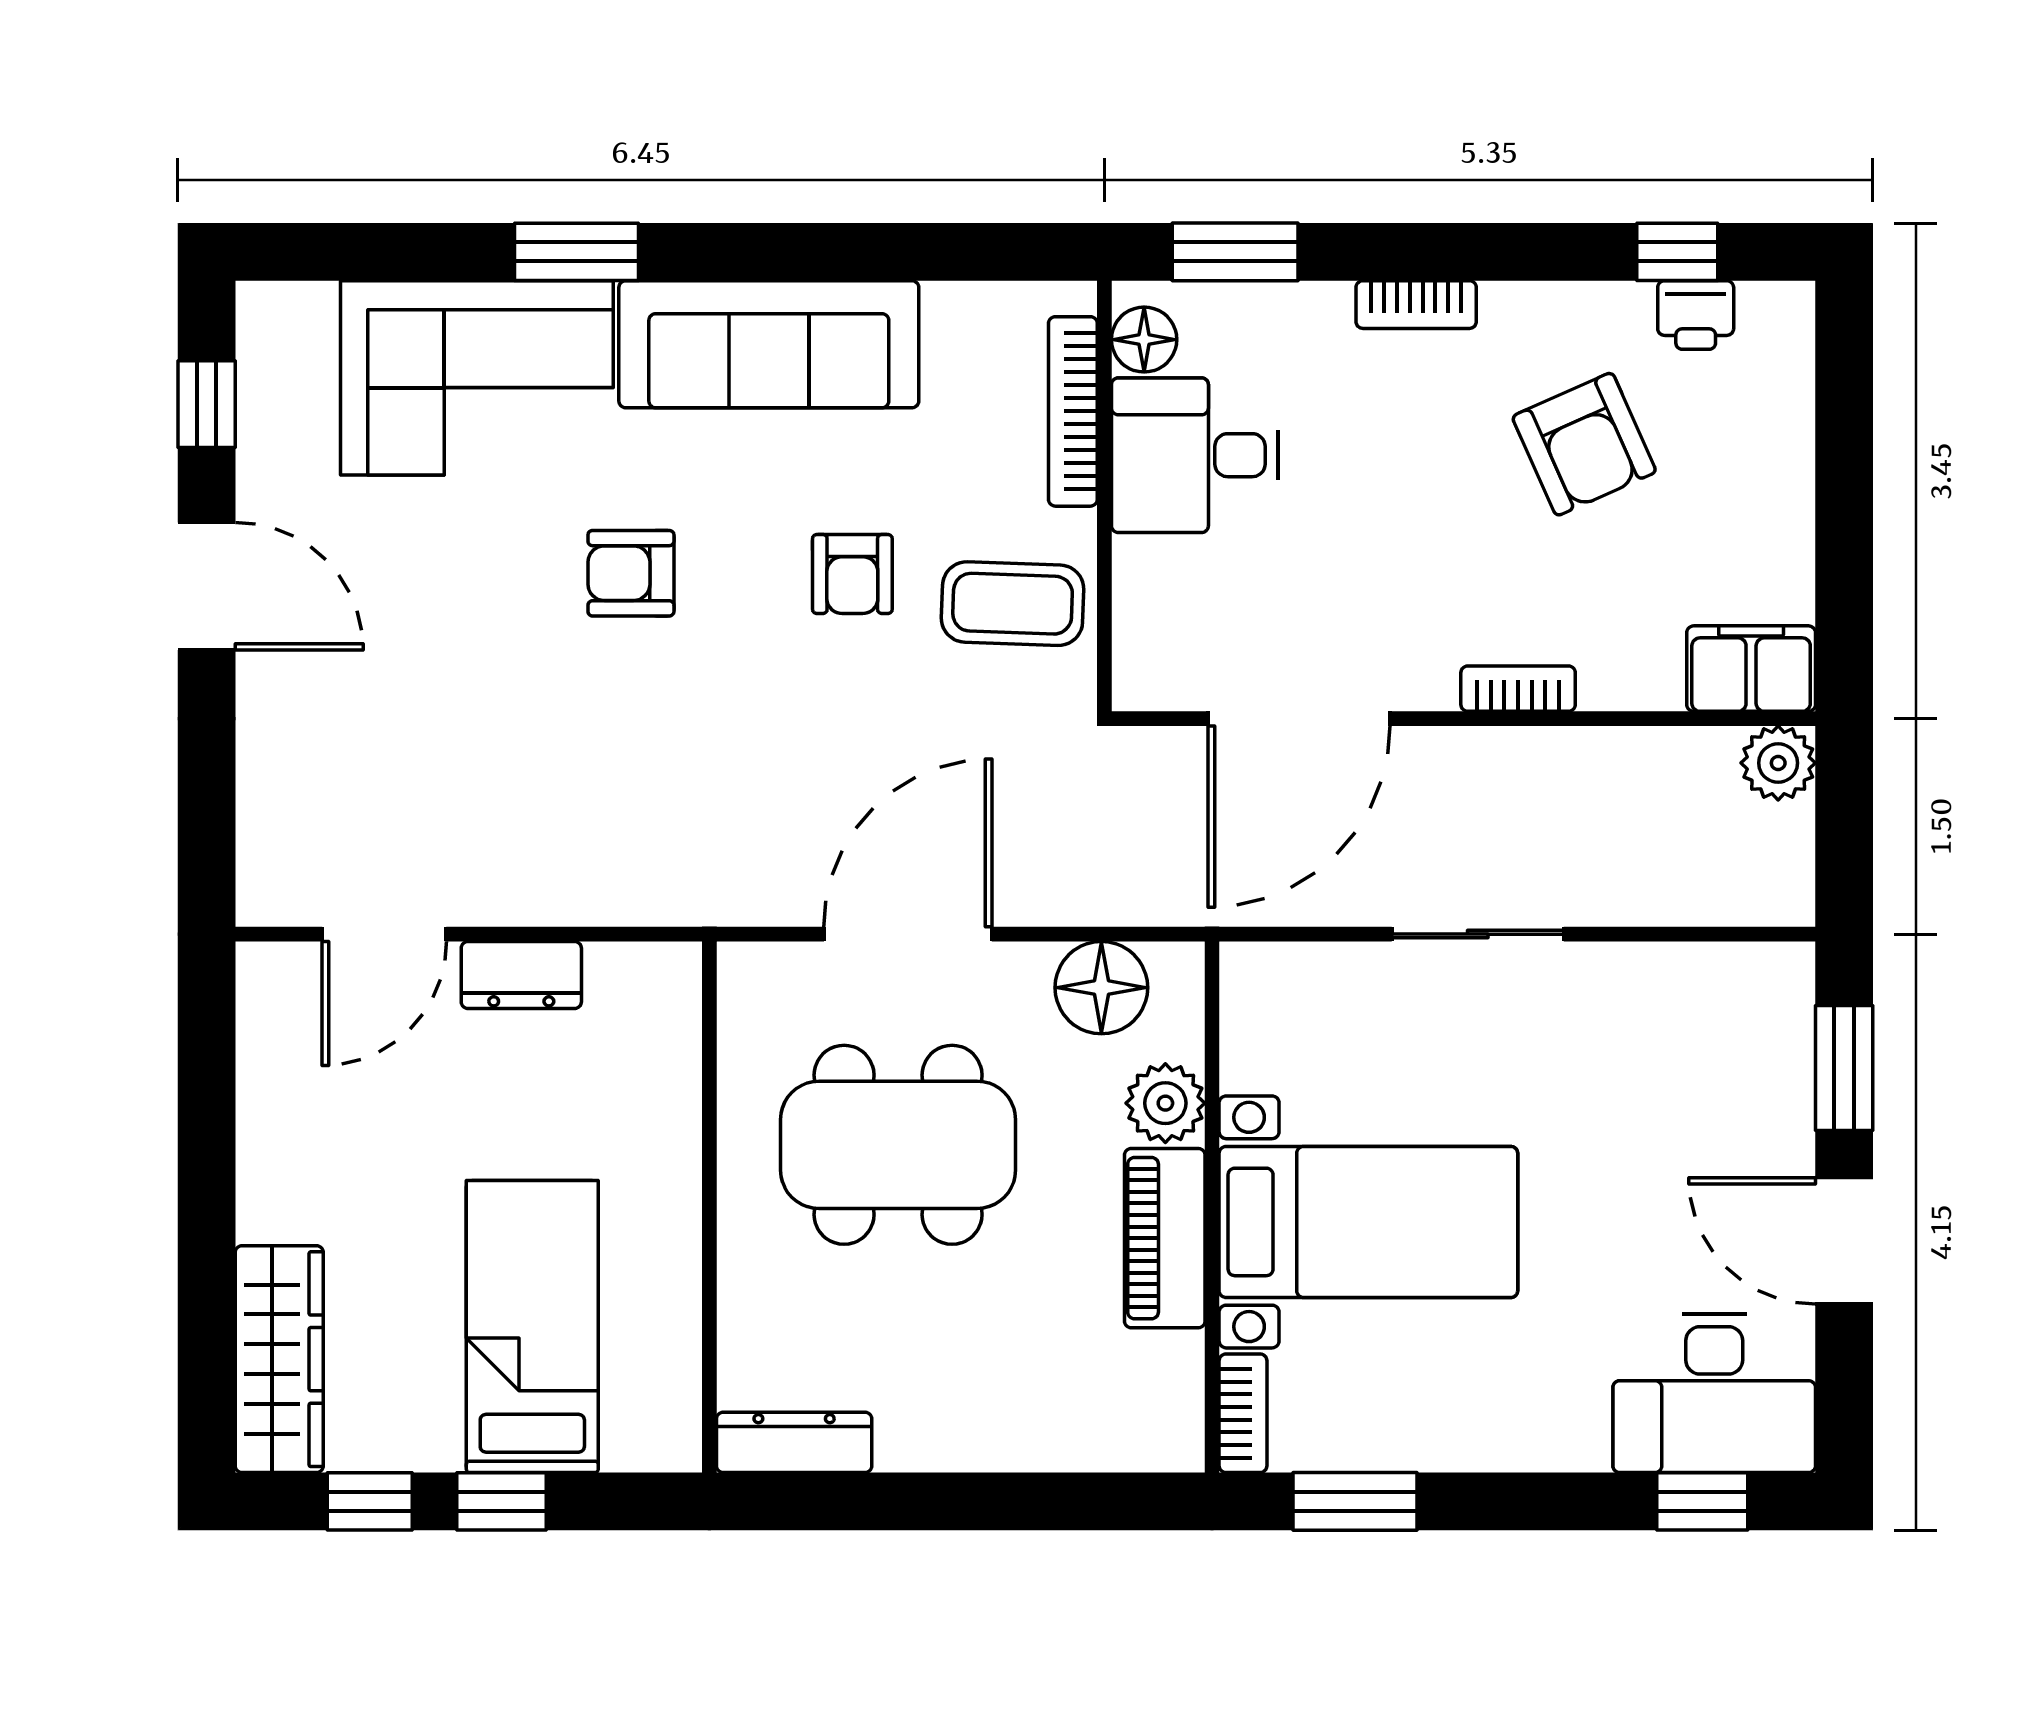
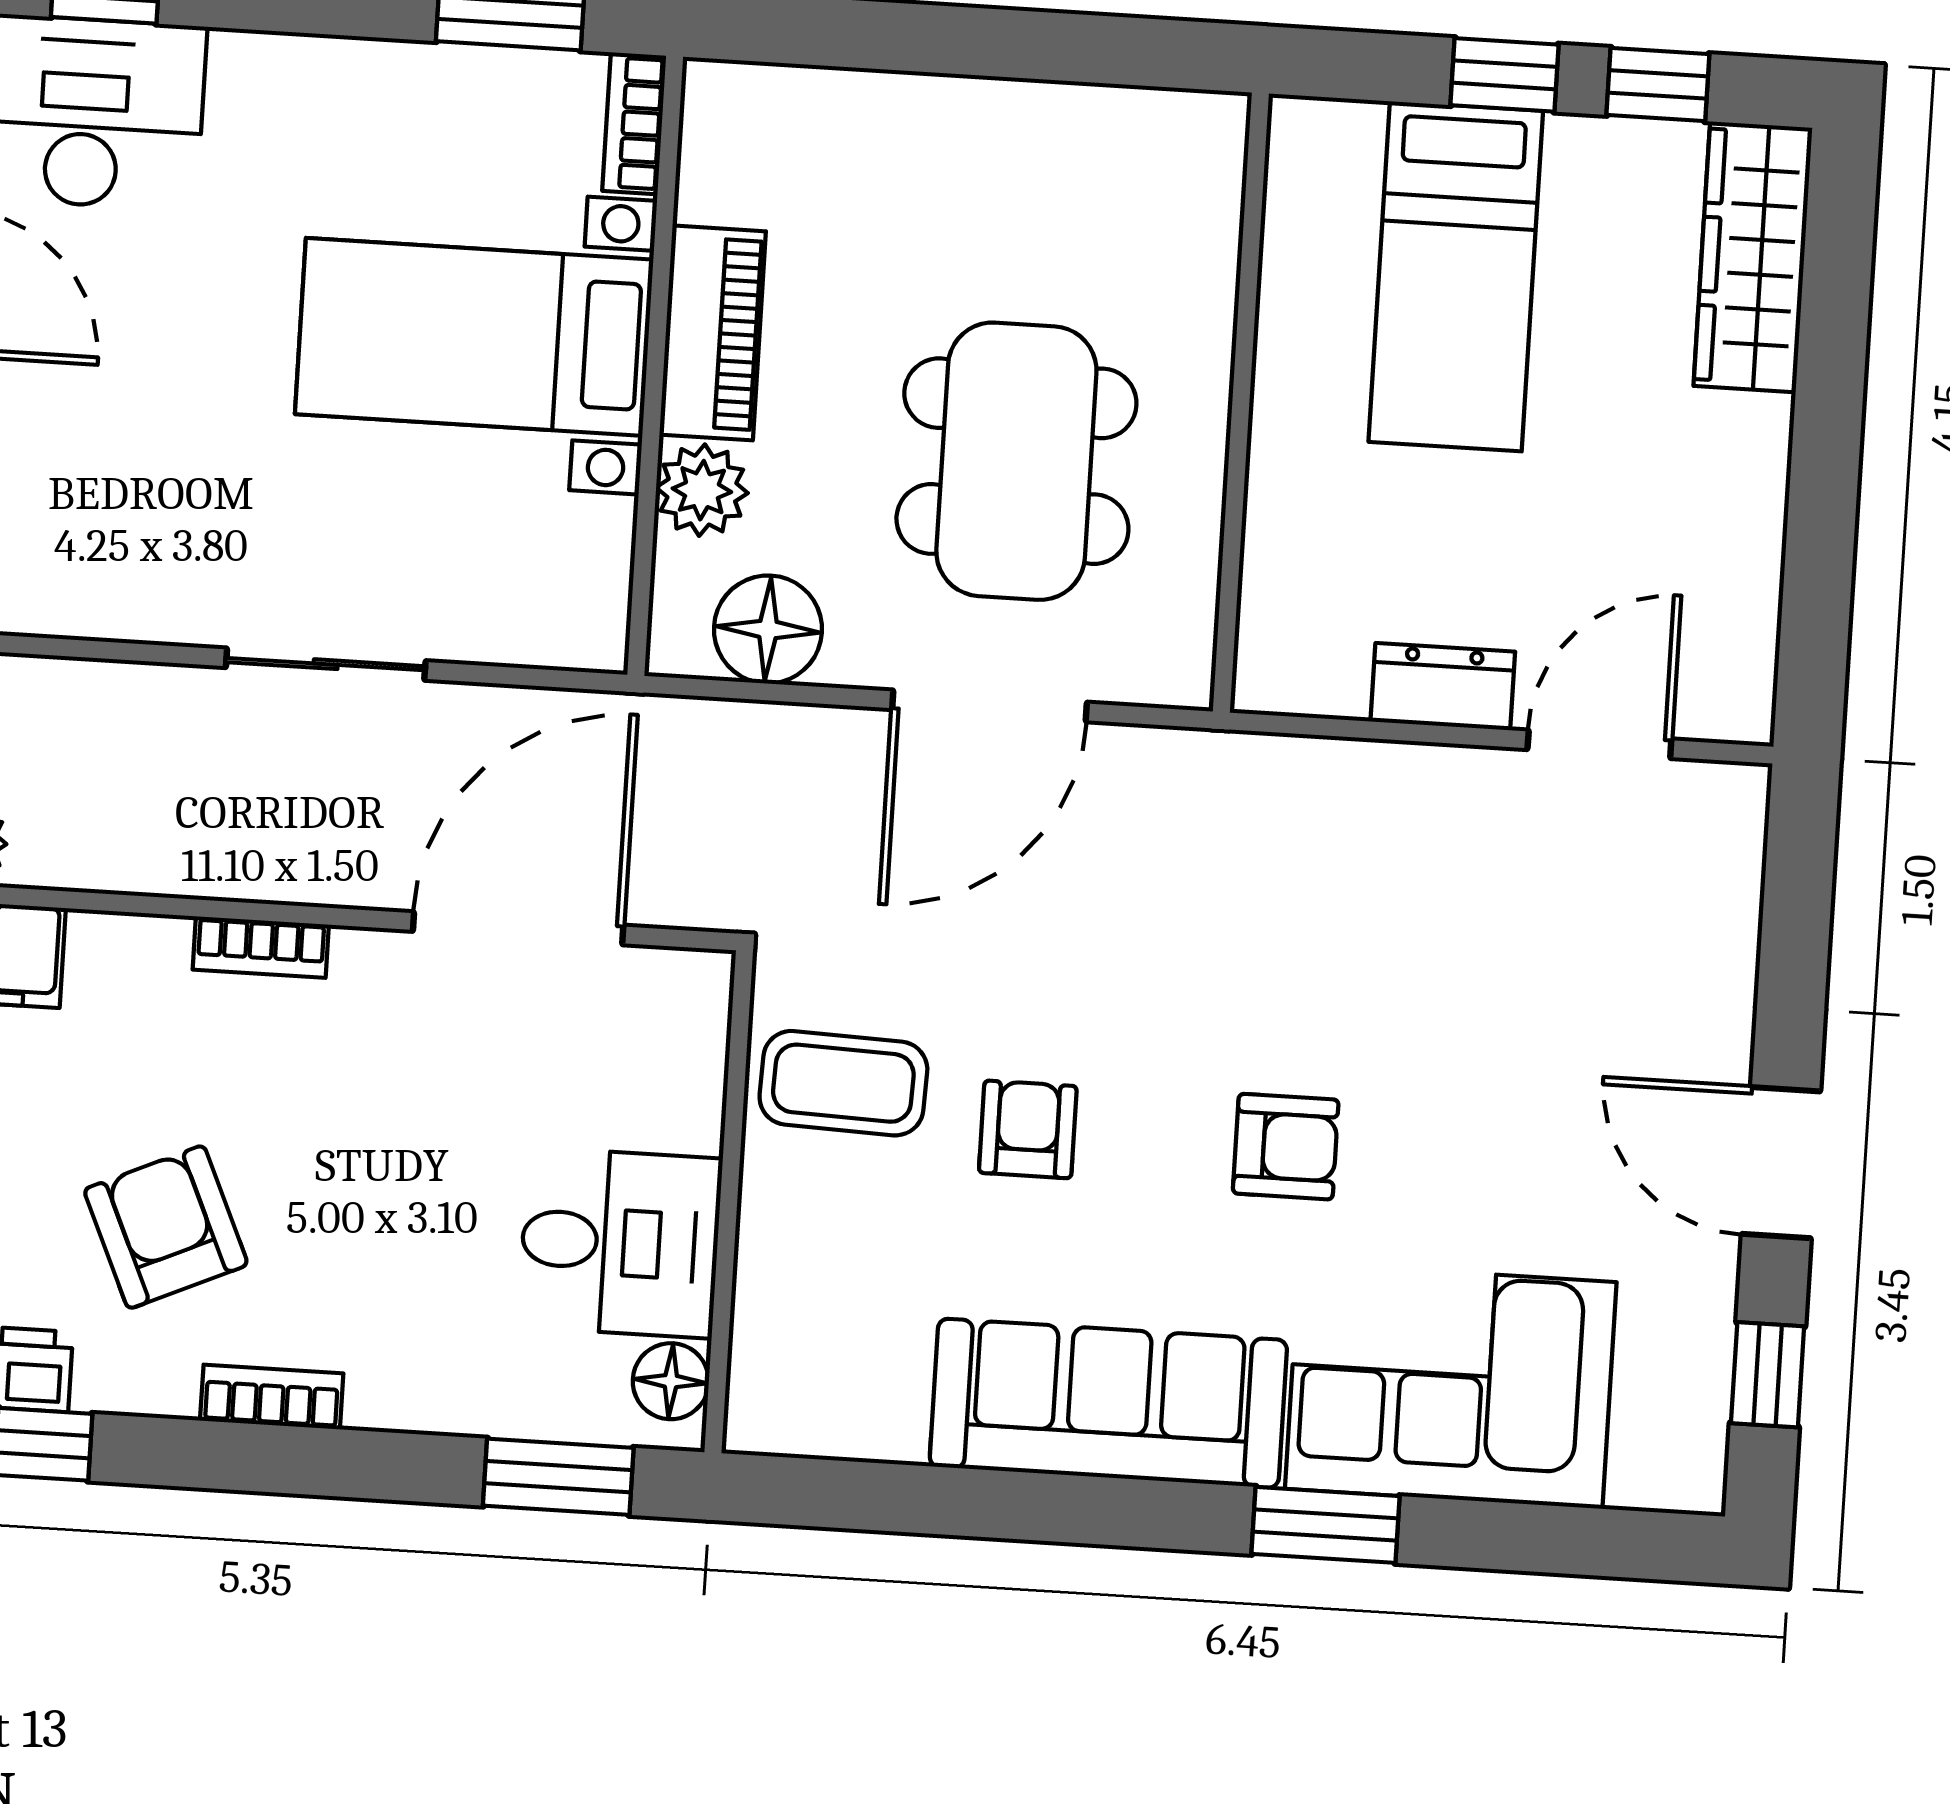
bookcase: (1416, 305) -> (272, 1397), moved
bookcase: (1073, 411) -> (759, 1303), removed
dining table: (898, 1145) -> (1016, 461), turned 90
dresser: (794, 1442) -> (1159, 122), removed

